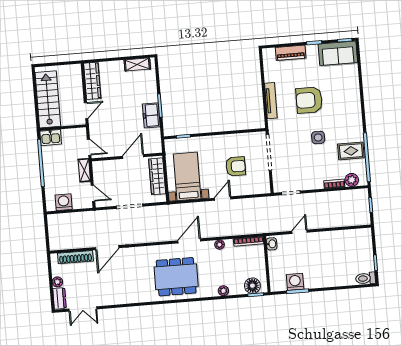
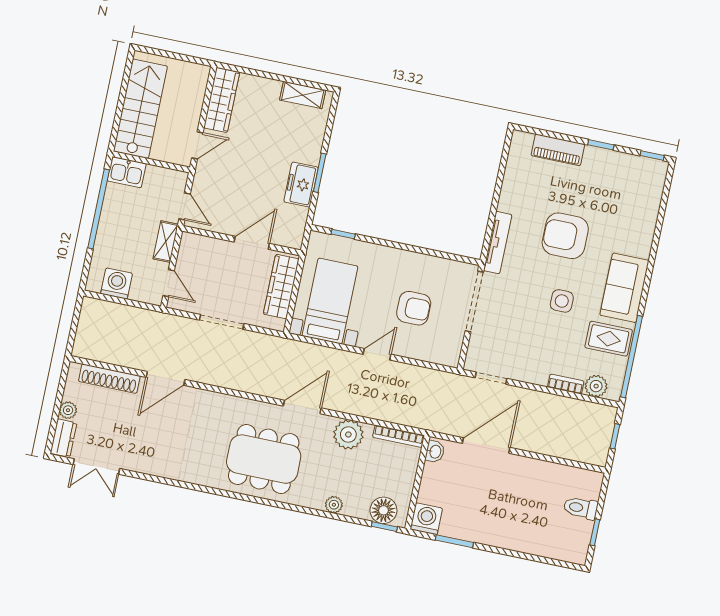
sofa: (338, 53) -> (624, 288), moved, turned 90
tv unit: (271, 101) -> (498, 243), moved
door: (300, 232) -> (486, 445), width x1.87
plant: (220, 245) -> (348, 435), width x1.88, depth x1.88
toilet: (366, 278) -> (581, 508), moved
washing machine: (295, 282) -> (426, 519), moved

